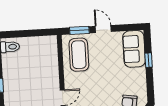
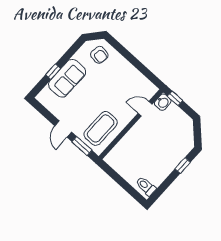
sofa: (134, 49) -> (67, 78), moved

